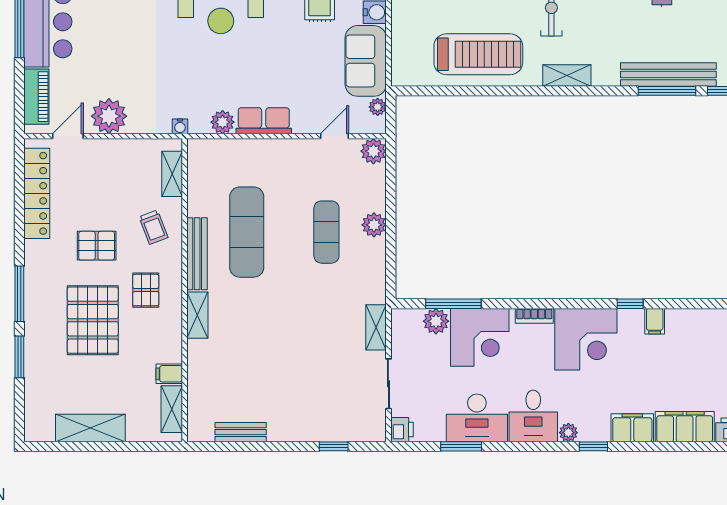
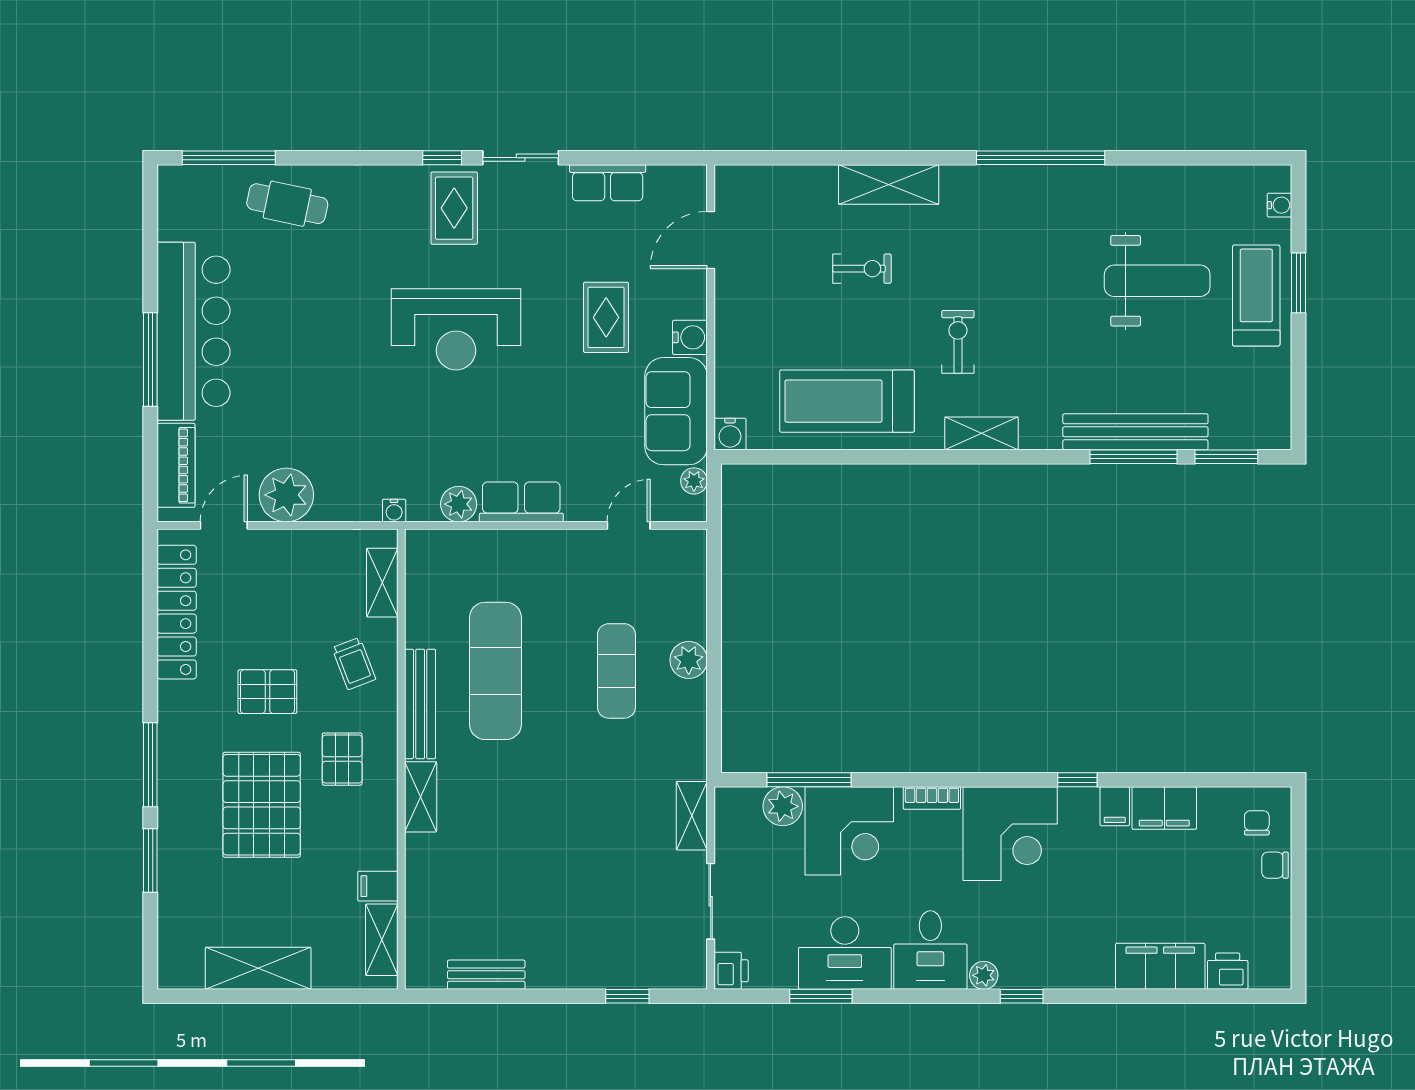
treadmill: (478, 54) -> (847, 401), turned 180
water cooler: (401, 76) -> (730, 434), added
plant: (373, 151) -> (688, 548), removed
filing cabinet: (632, 428) -> (1164, 808), moved, turned 180

